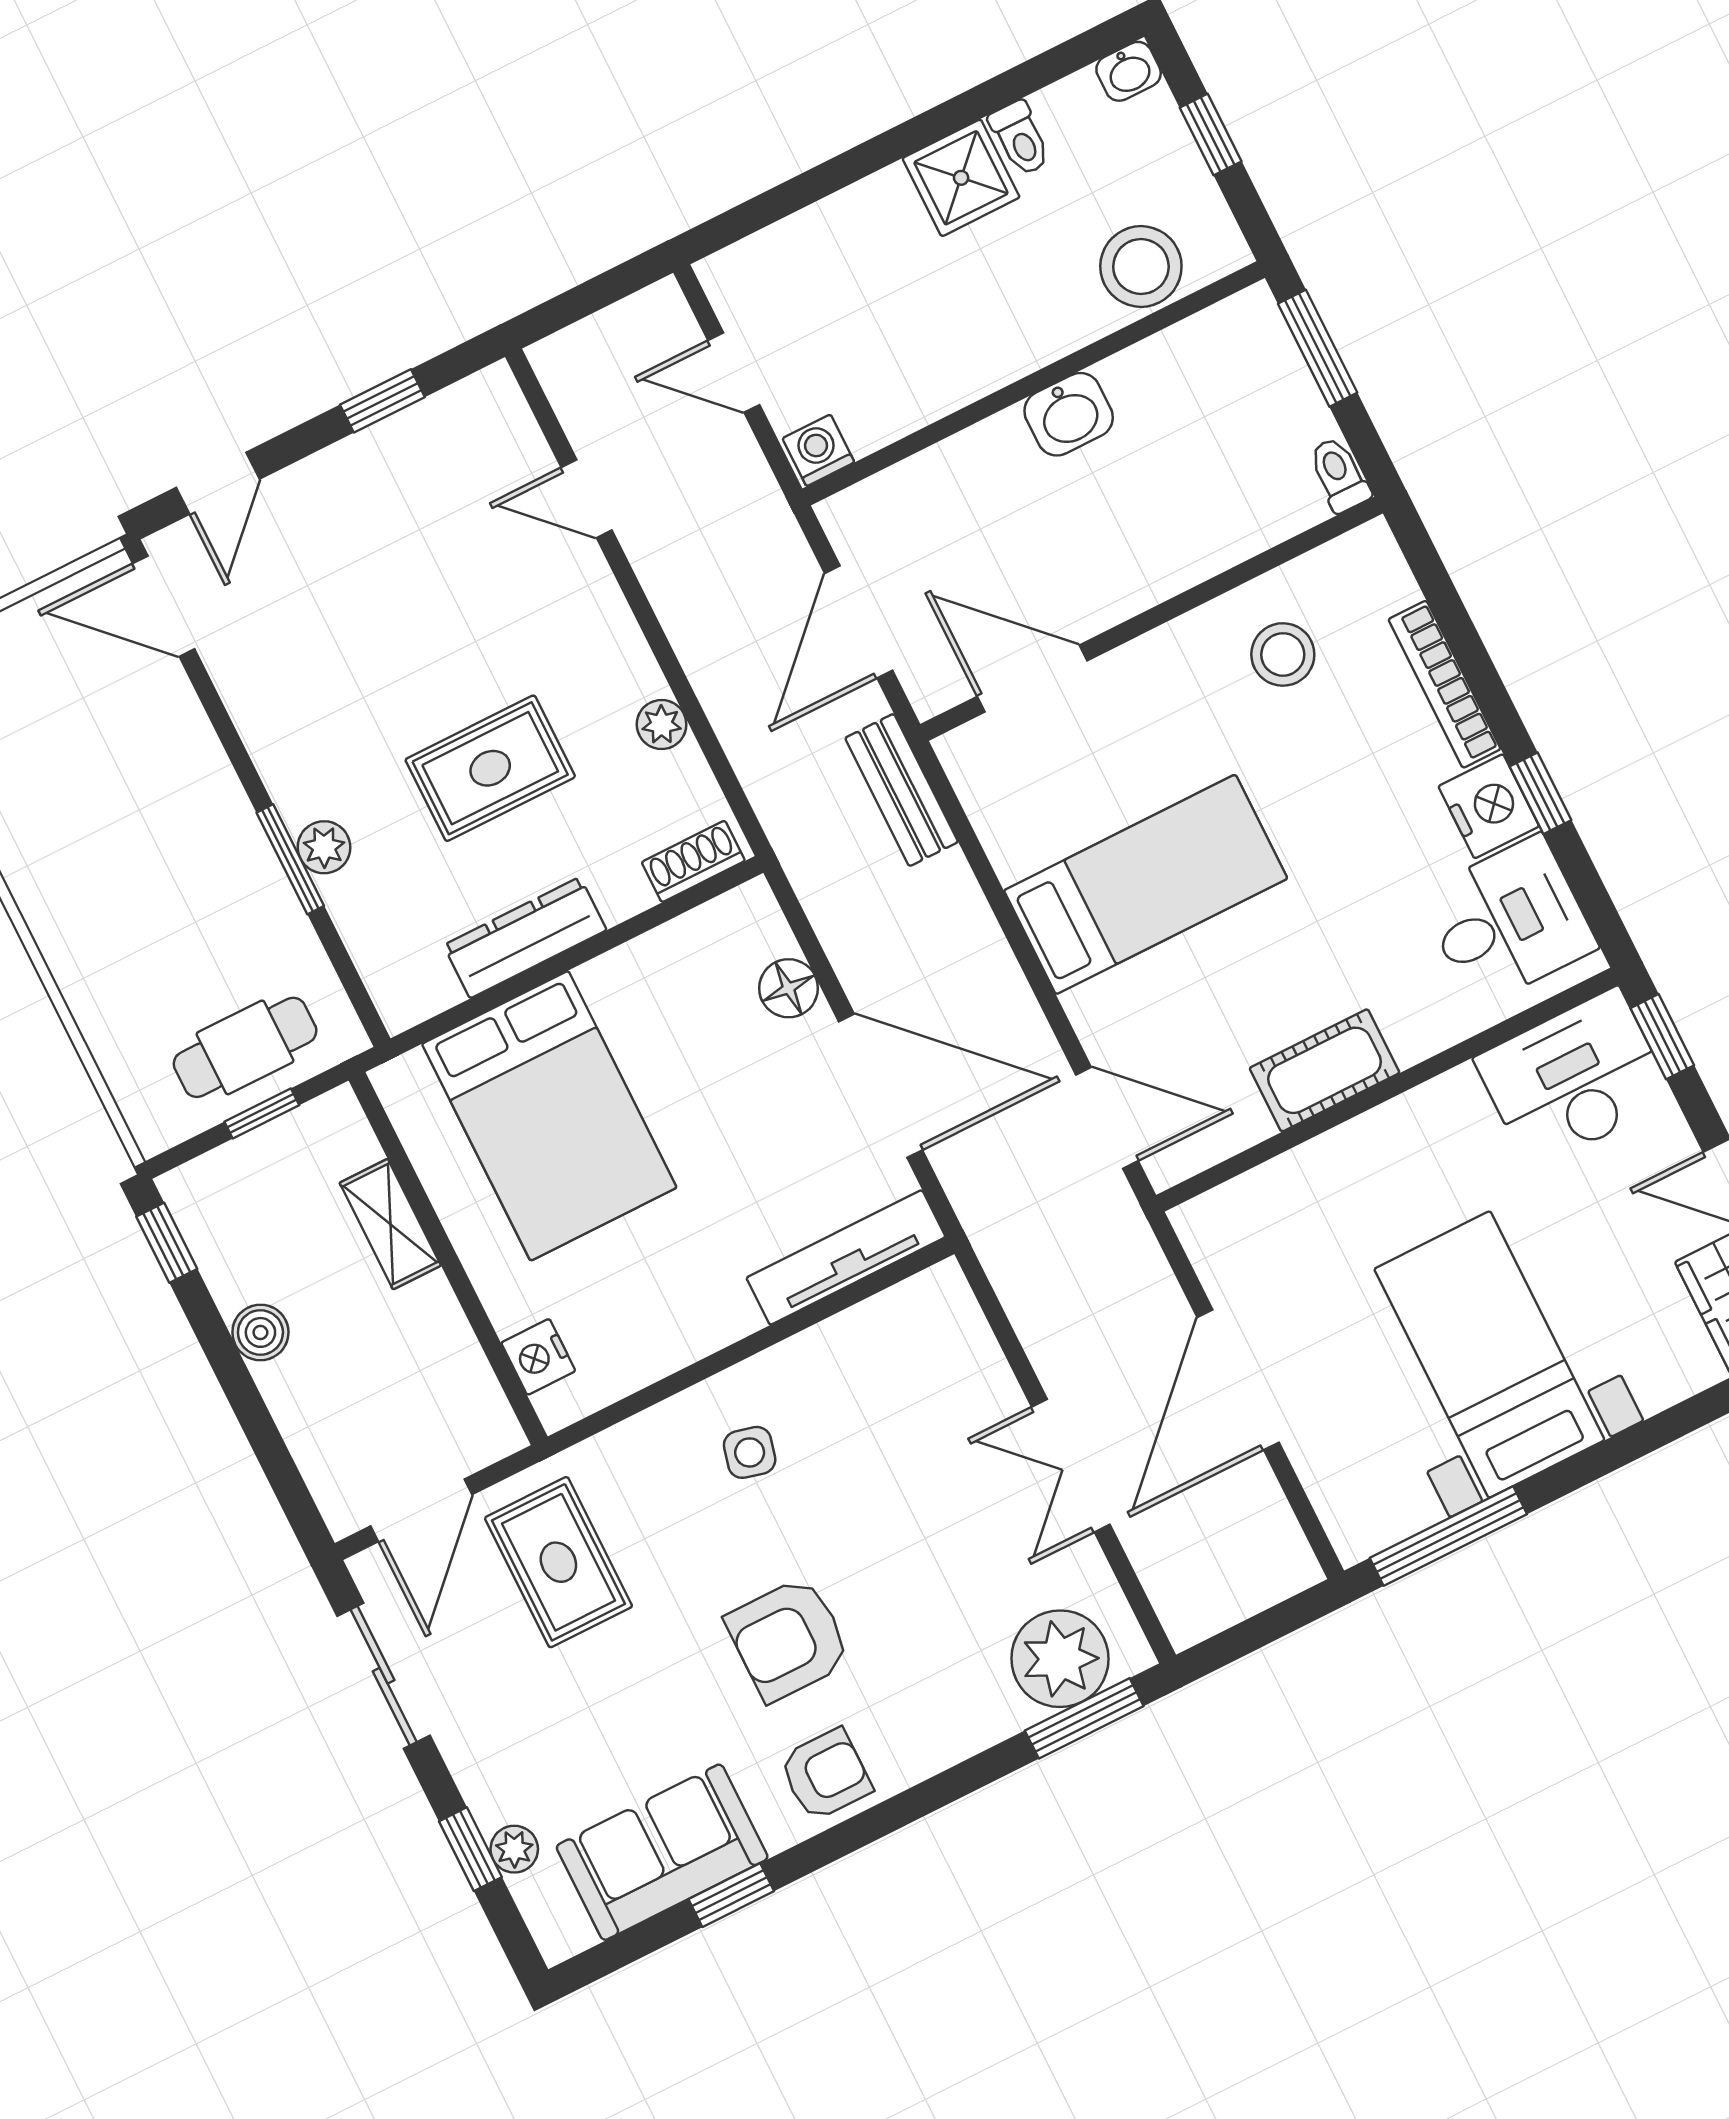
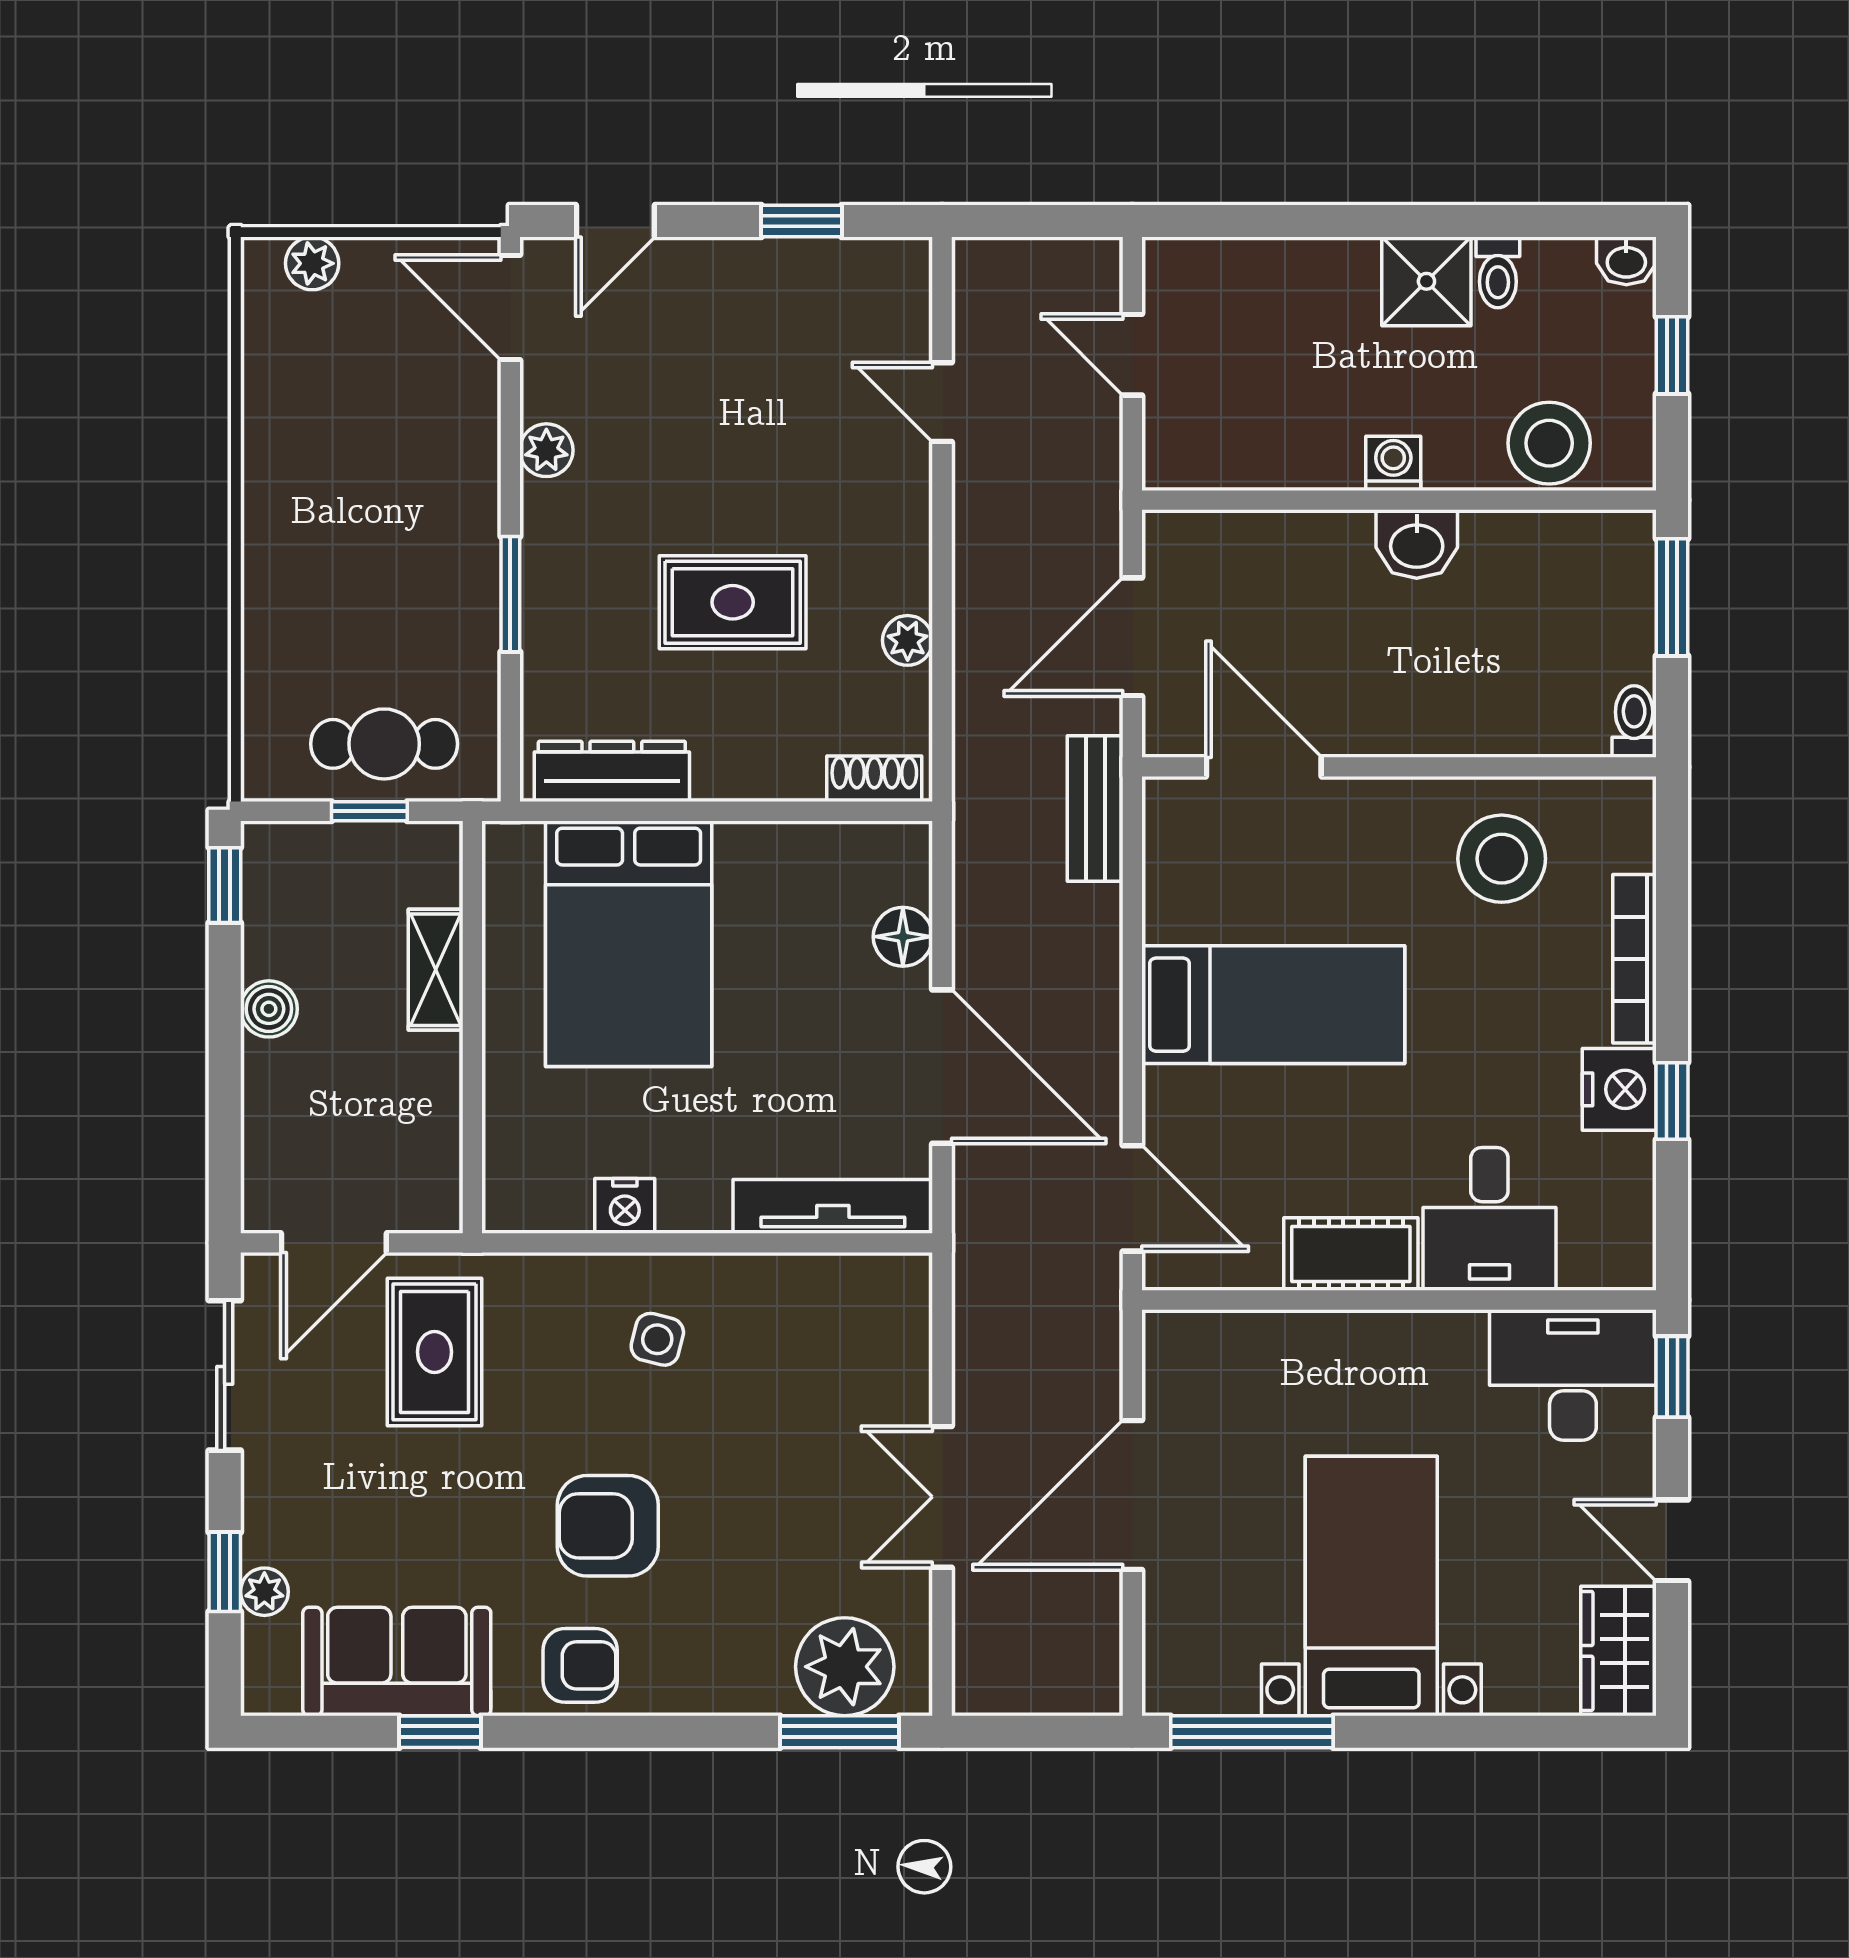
washing machine: (818, 450) -> (1393, 463), moved
stool: (1283, 654) -> (1502, 859), width x1.38, depth x1.38
plant: (324, 847) -> (546, 450), moved
desk: (1508, 921) -> (1489, 1219), moved, turned 90
dresser: (525, 938) -> (612, 771), moved
nightstand: (538, 1357) -> (625, 1206), moved, turned -90

